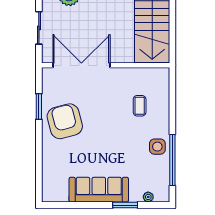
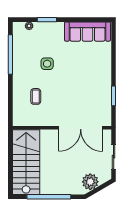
armchair: (65, 121) -> (94, 84), removed
side table: (157, 147) -> (47, 64), moved
sofa: (99, 190) -> (87, 32), moved

